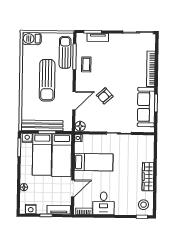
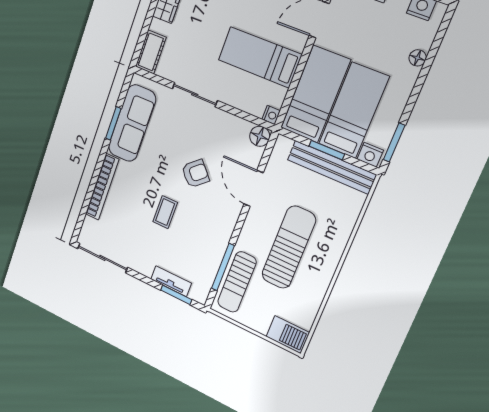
coffee table: (86, 64) -> (165, 212), moved
door: (74, 101) -> (254, 188), hinge flipped
cot: (149, 145) -> (151, 52), added

